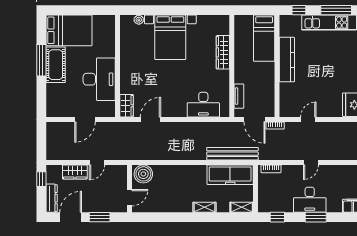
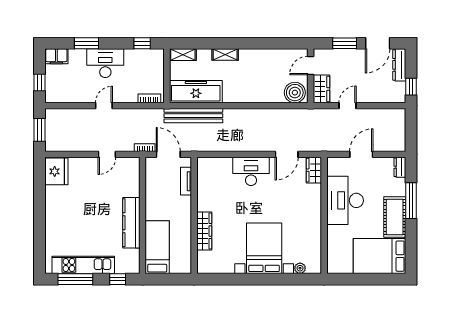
window: (41, 60) -> (411, 201), moved
desk: (203, 105) -> (251, 171), moved
dresser: (51, 108) -> (400, 167), added
wardrobe: (75, 172) -> (321, 89), moved, turned 90
window: (316, 217) -> (87, 43), moved

